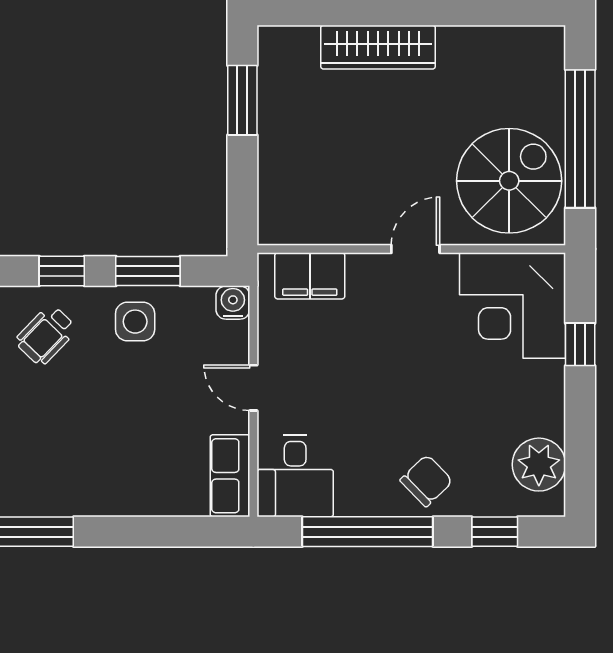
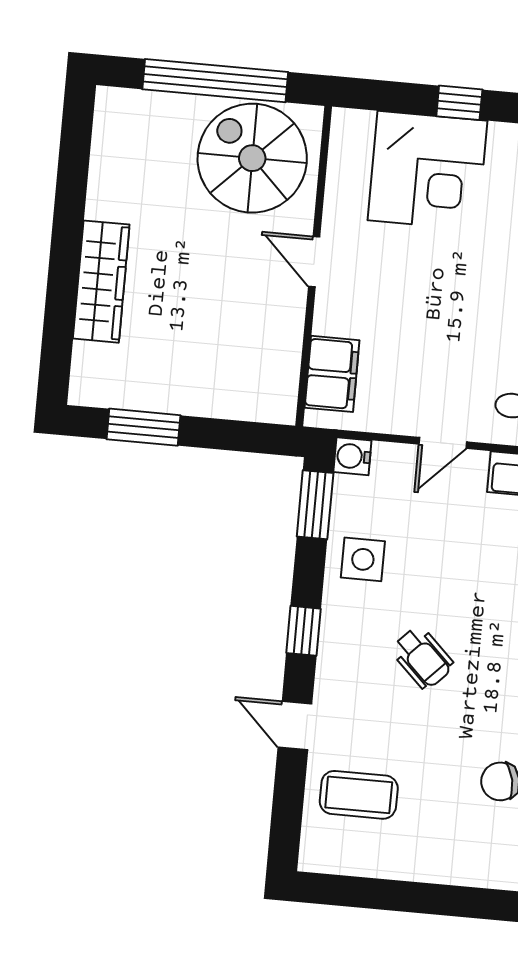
window: (148, 271) -> (315, 505), moved
corner desk: (513, 306) -> (427, 171), moved
wheelchair: (46, 335) -> (422, 658), moved
window: (580, 344) -> (459, 103), moved

